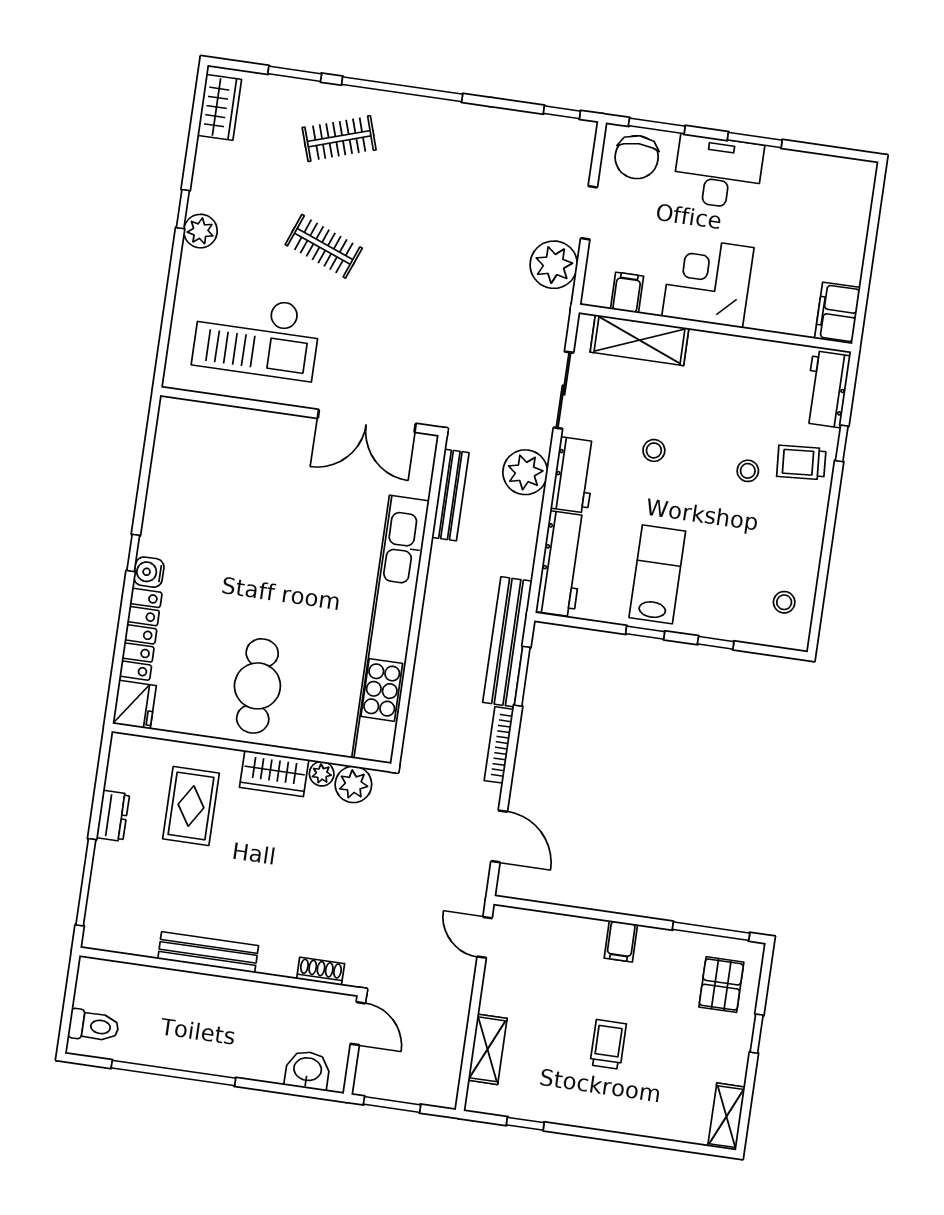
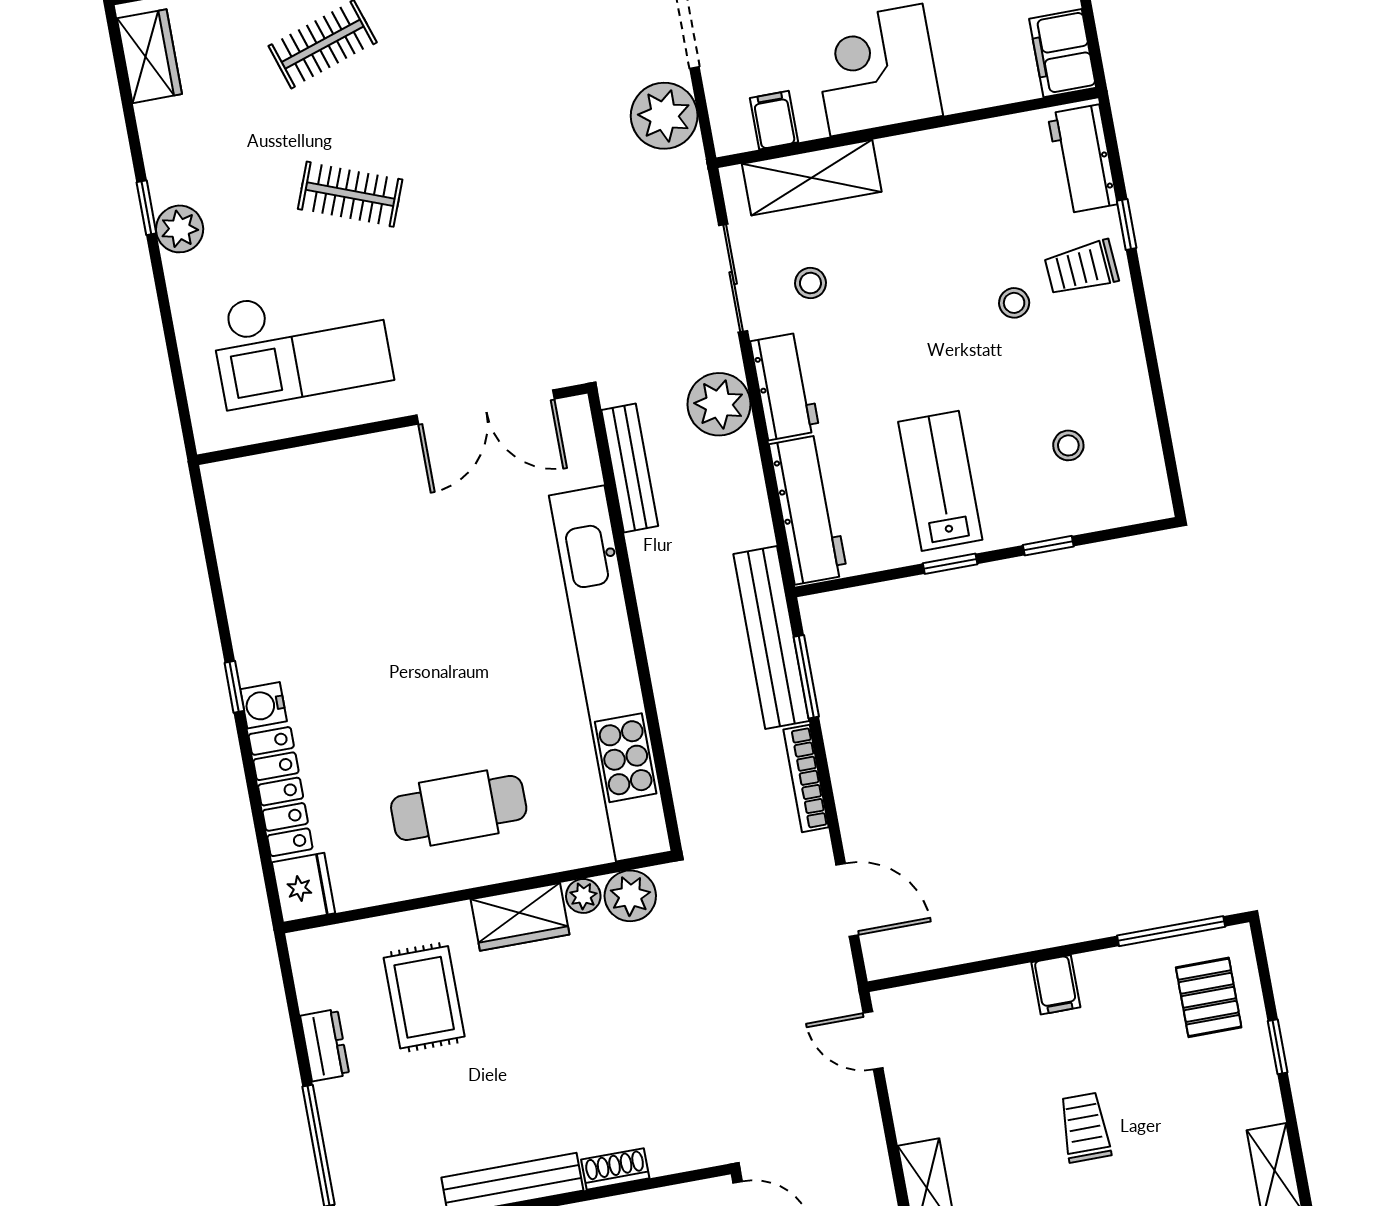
stool: (654, 450) -> (810, 283), moved
stool: (784, 602) -> (1068, 445), moved
cafe table: (257, 686) -> (459, 808), turned 90
shoe rack: (321, 971) -> (615, 1169), moved

